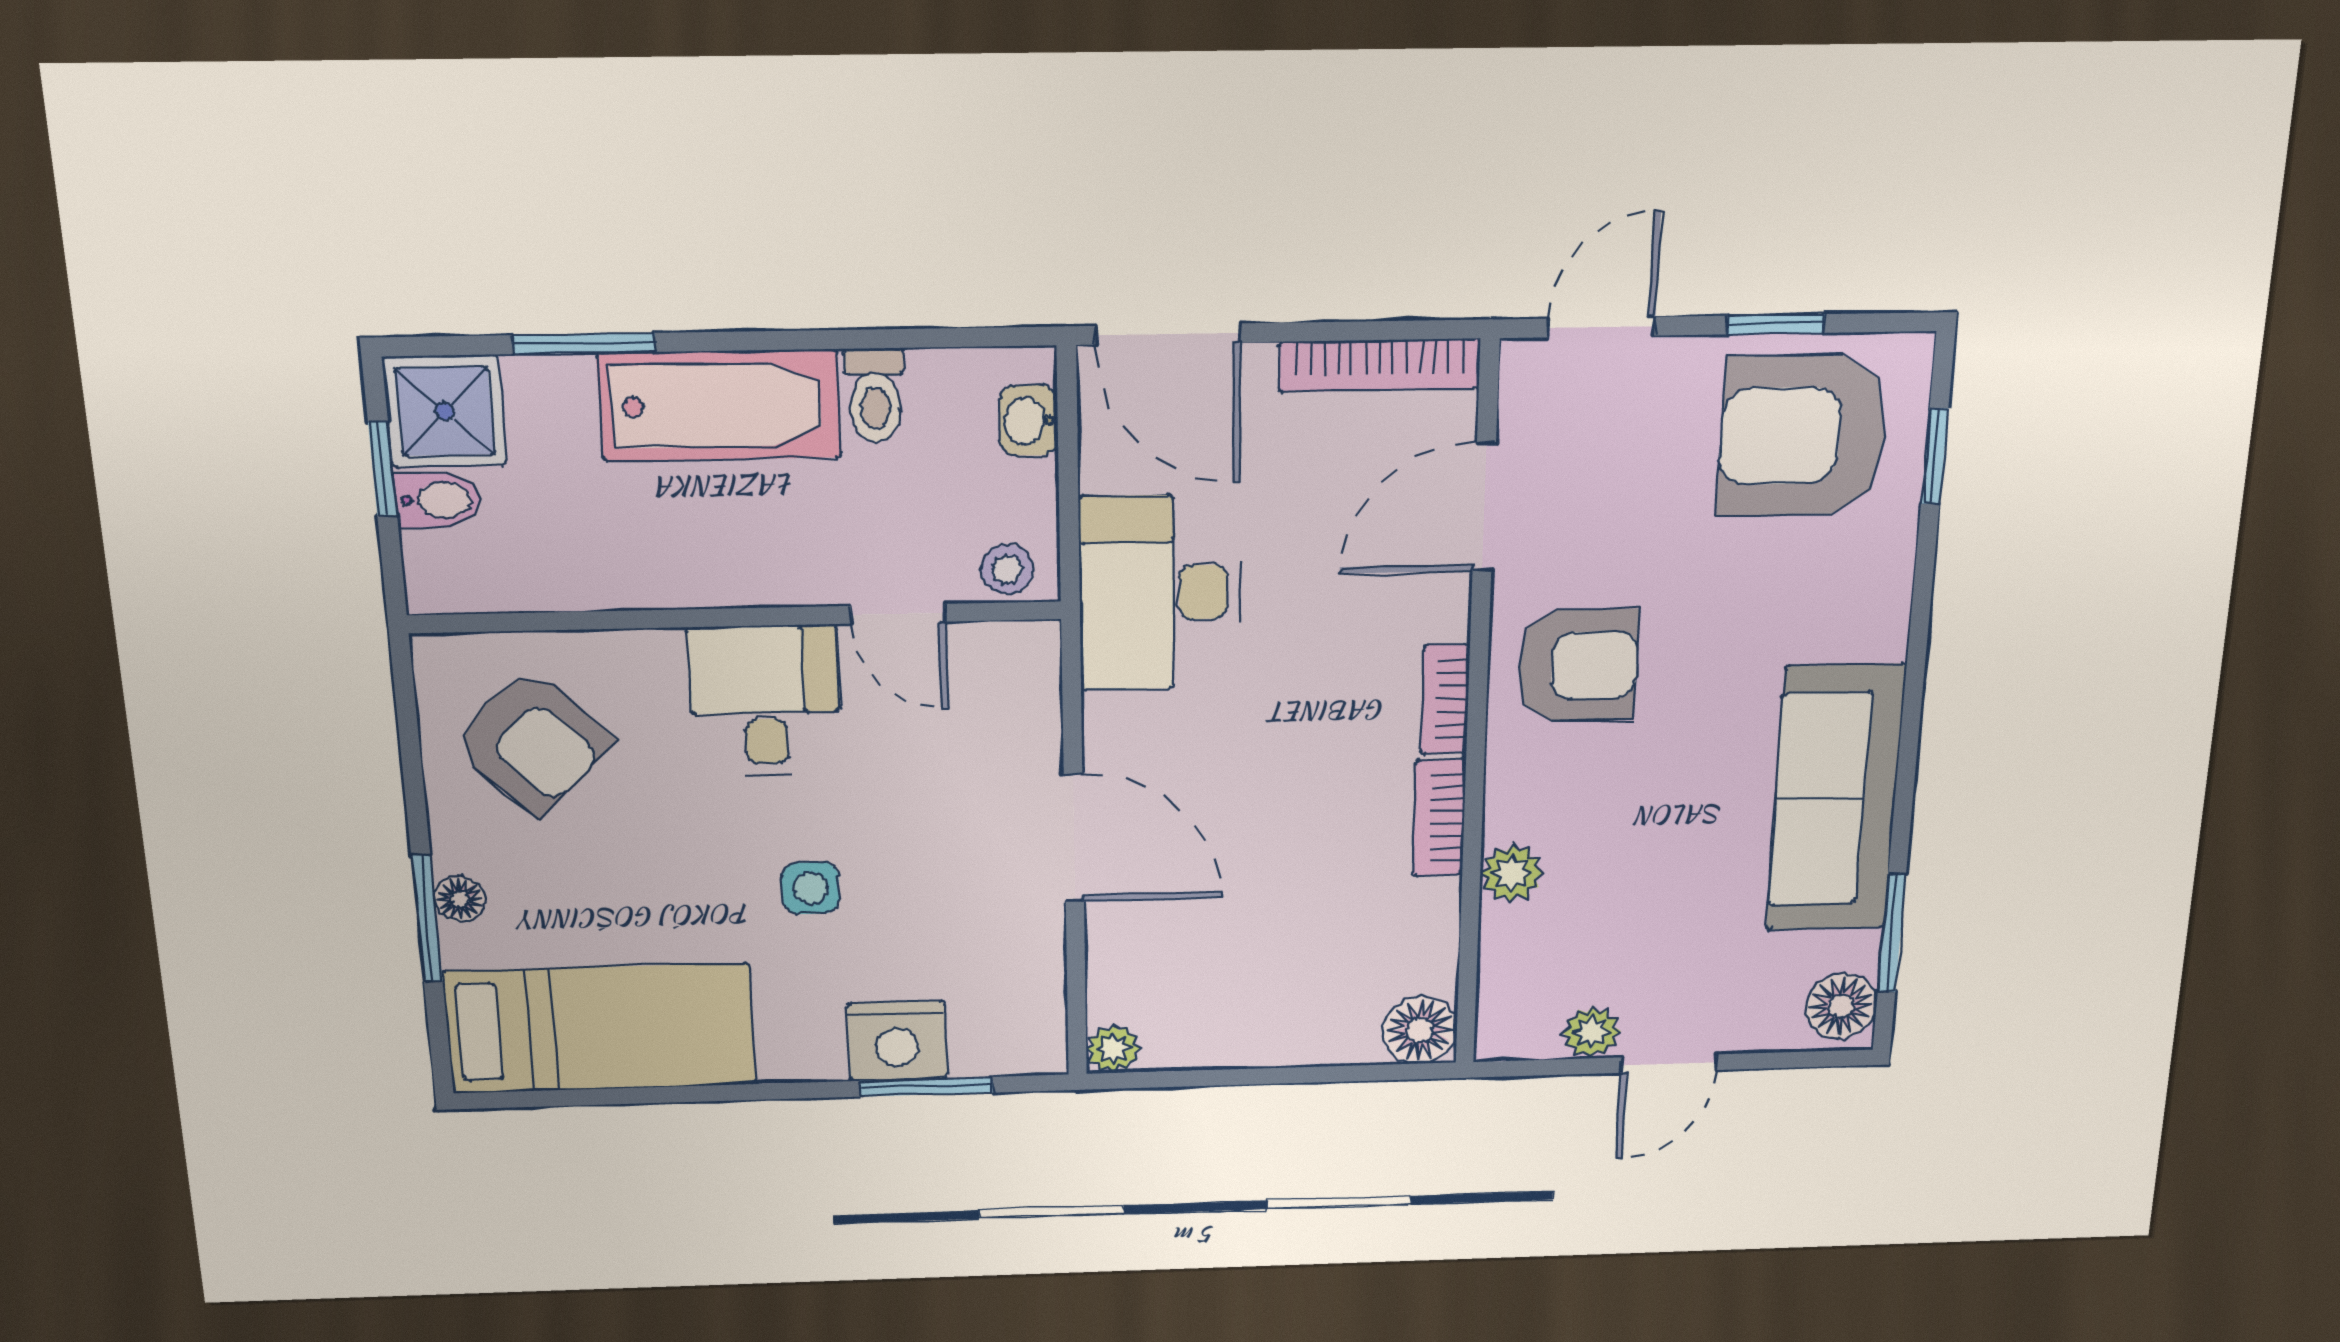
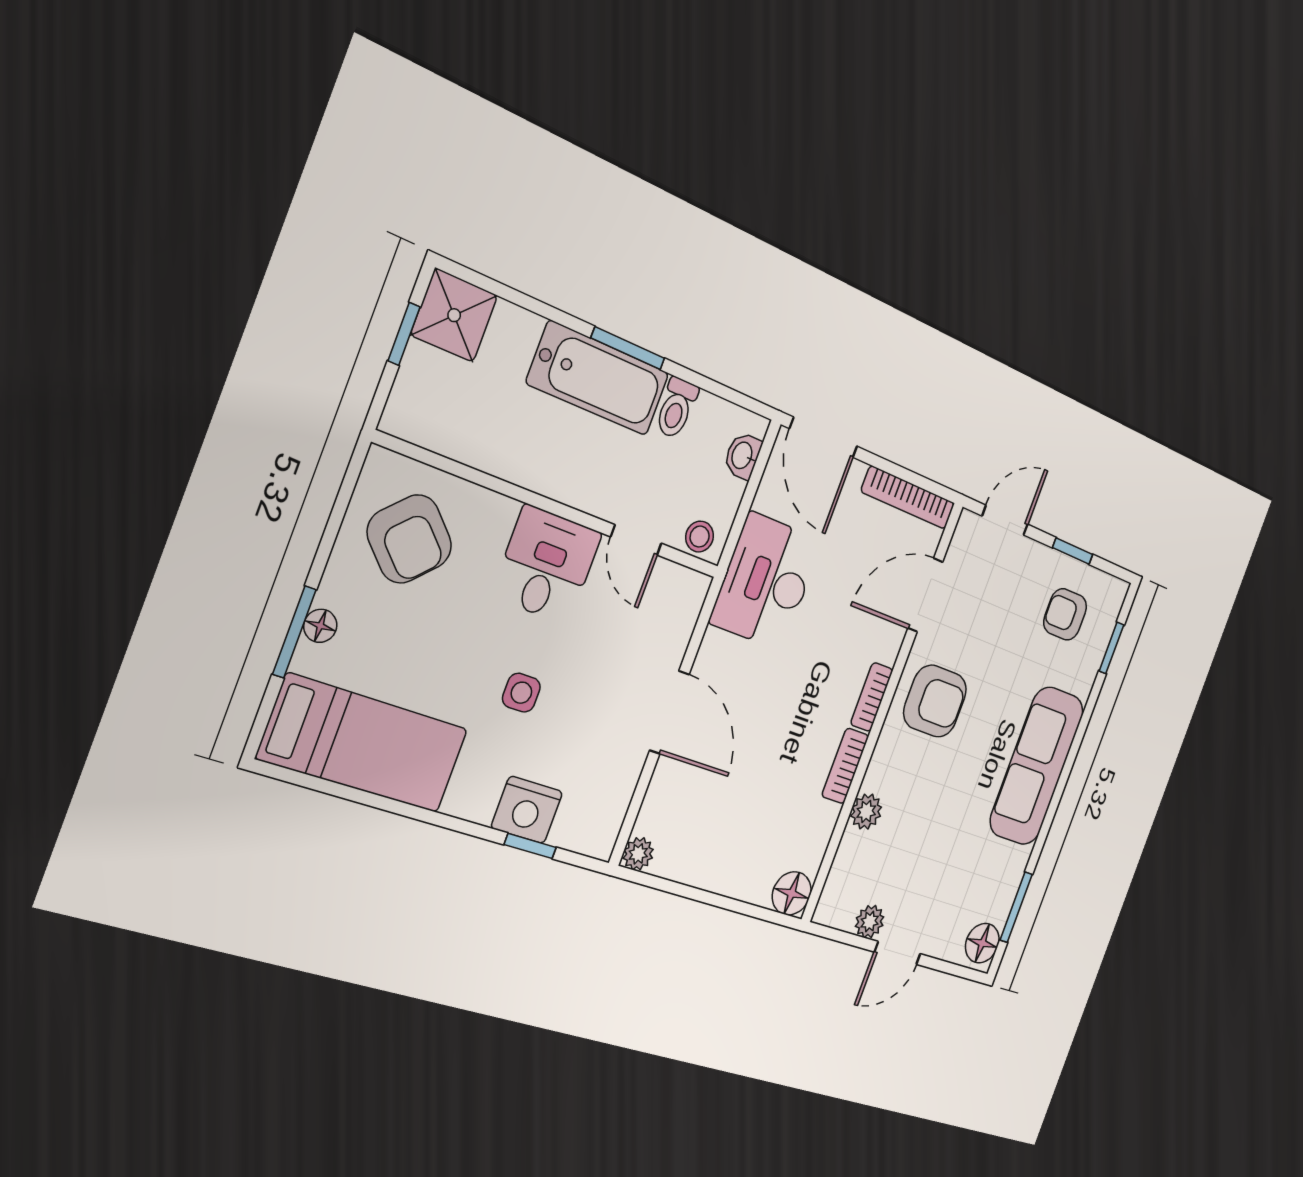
window: (584, 344) -> (628, 348), moved
armchair: (1803, 436) -> (1065, 614), width x0.53, depth x0.53
bidet: (438, 500) -> (426, 367), removed
sofa: (1835, 799) -> (1037, 766), moved
window: (926, 1087) -> (530, 846), width x0.67

